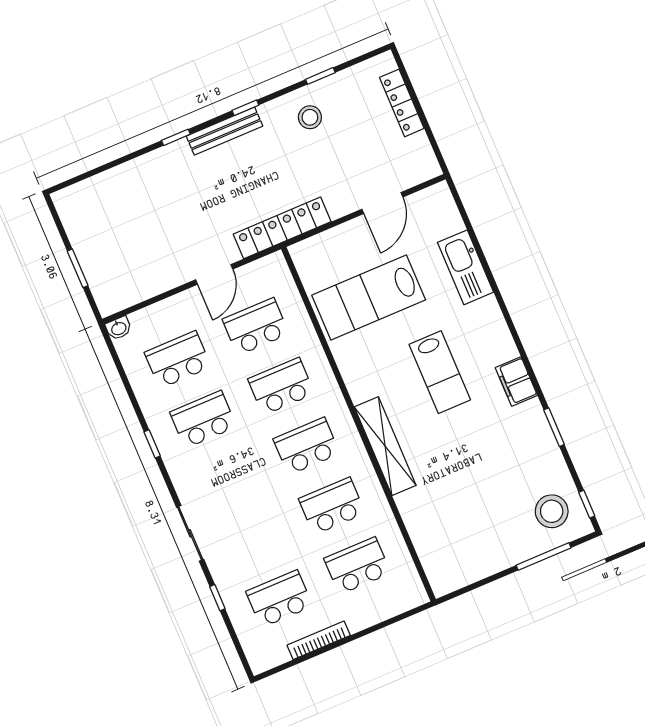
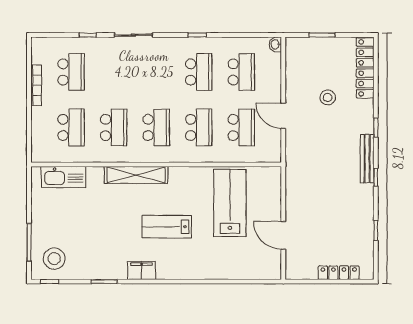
stool: (310, 117) -> (328, 97), moved
locker: (282, 228) -> (365, 68), moved, turned 180
kitchen sink: (466, 267) -> (63, 177), moved, turned 180

